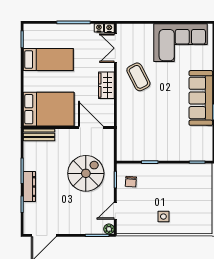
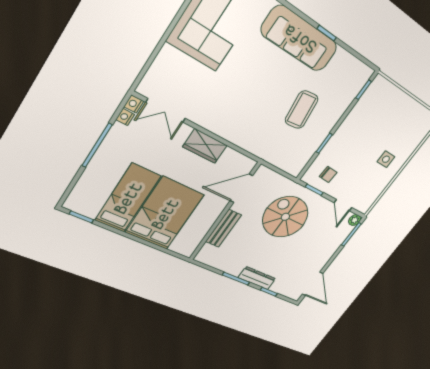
coffee table: (138, 77) -> (302, 110), moved, turned -70
bed: (49, 109) -> (165, 214), moved
bench: (39, 135) -> (223, 228), moved

